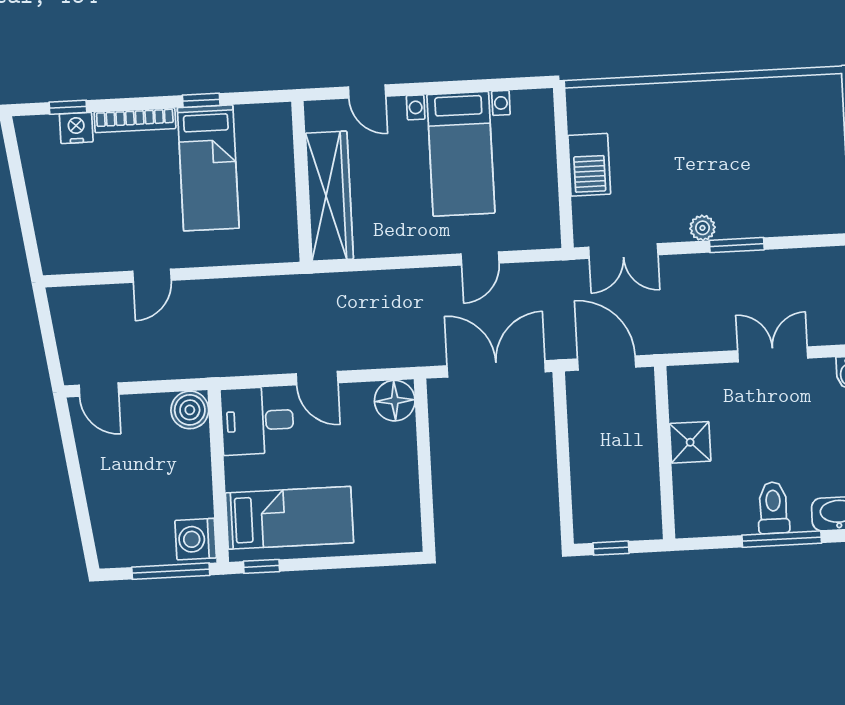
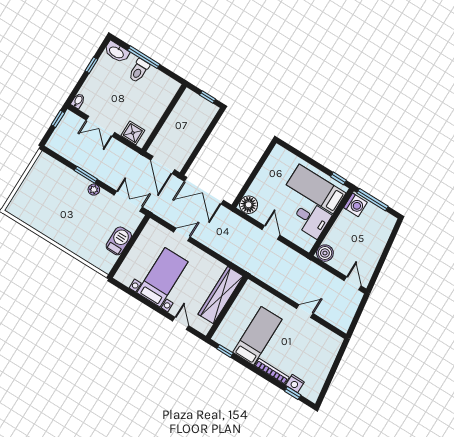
window: (201, 100) -> (225, 351), moved
desk: (257, 421) -> (311, 219), moved
shower: (690, 442) -> (133, 133), moved

